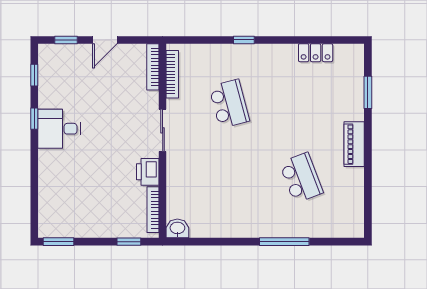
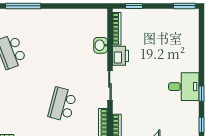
school desk: (229, 104) -> (62, 104), turned 30
washbasin: (177, 228) -> (101, 45), moved, turned 90

